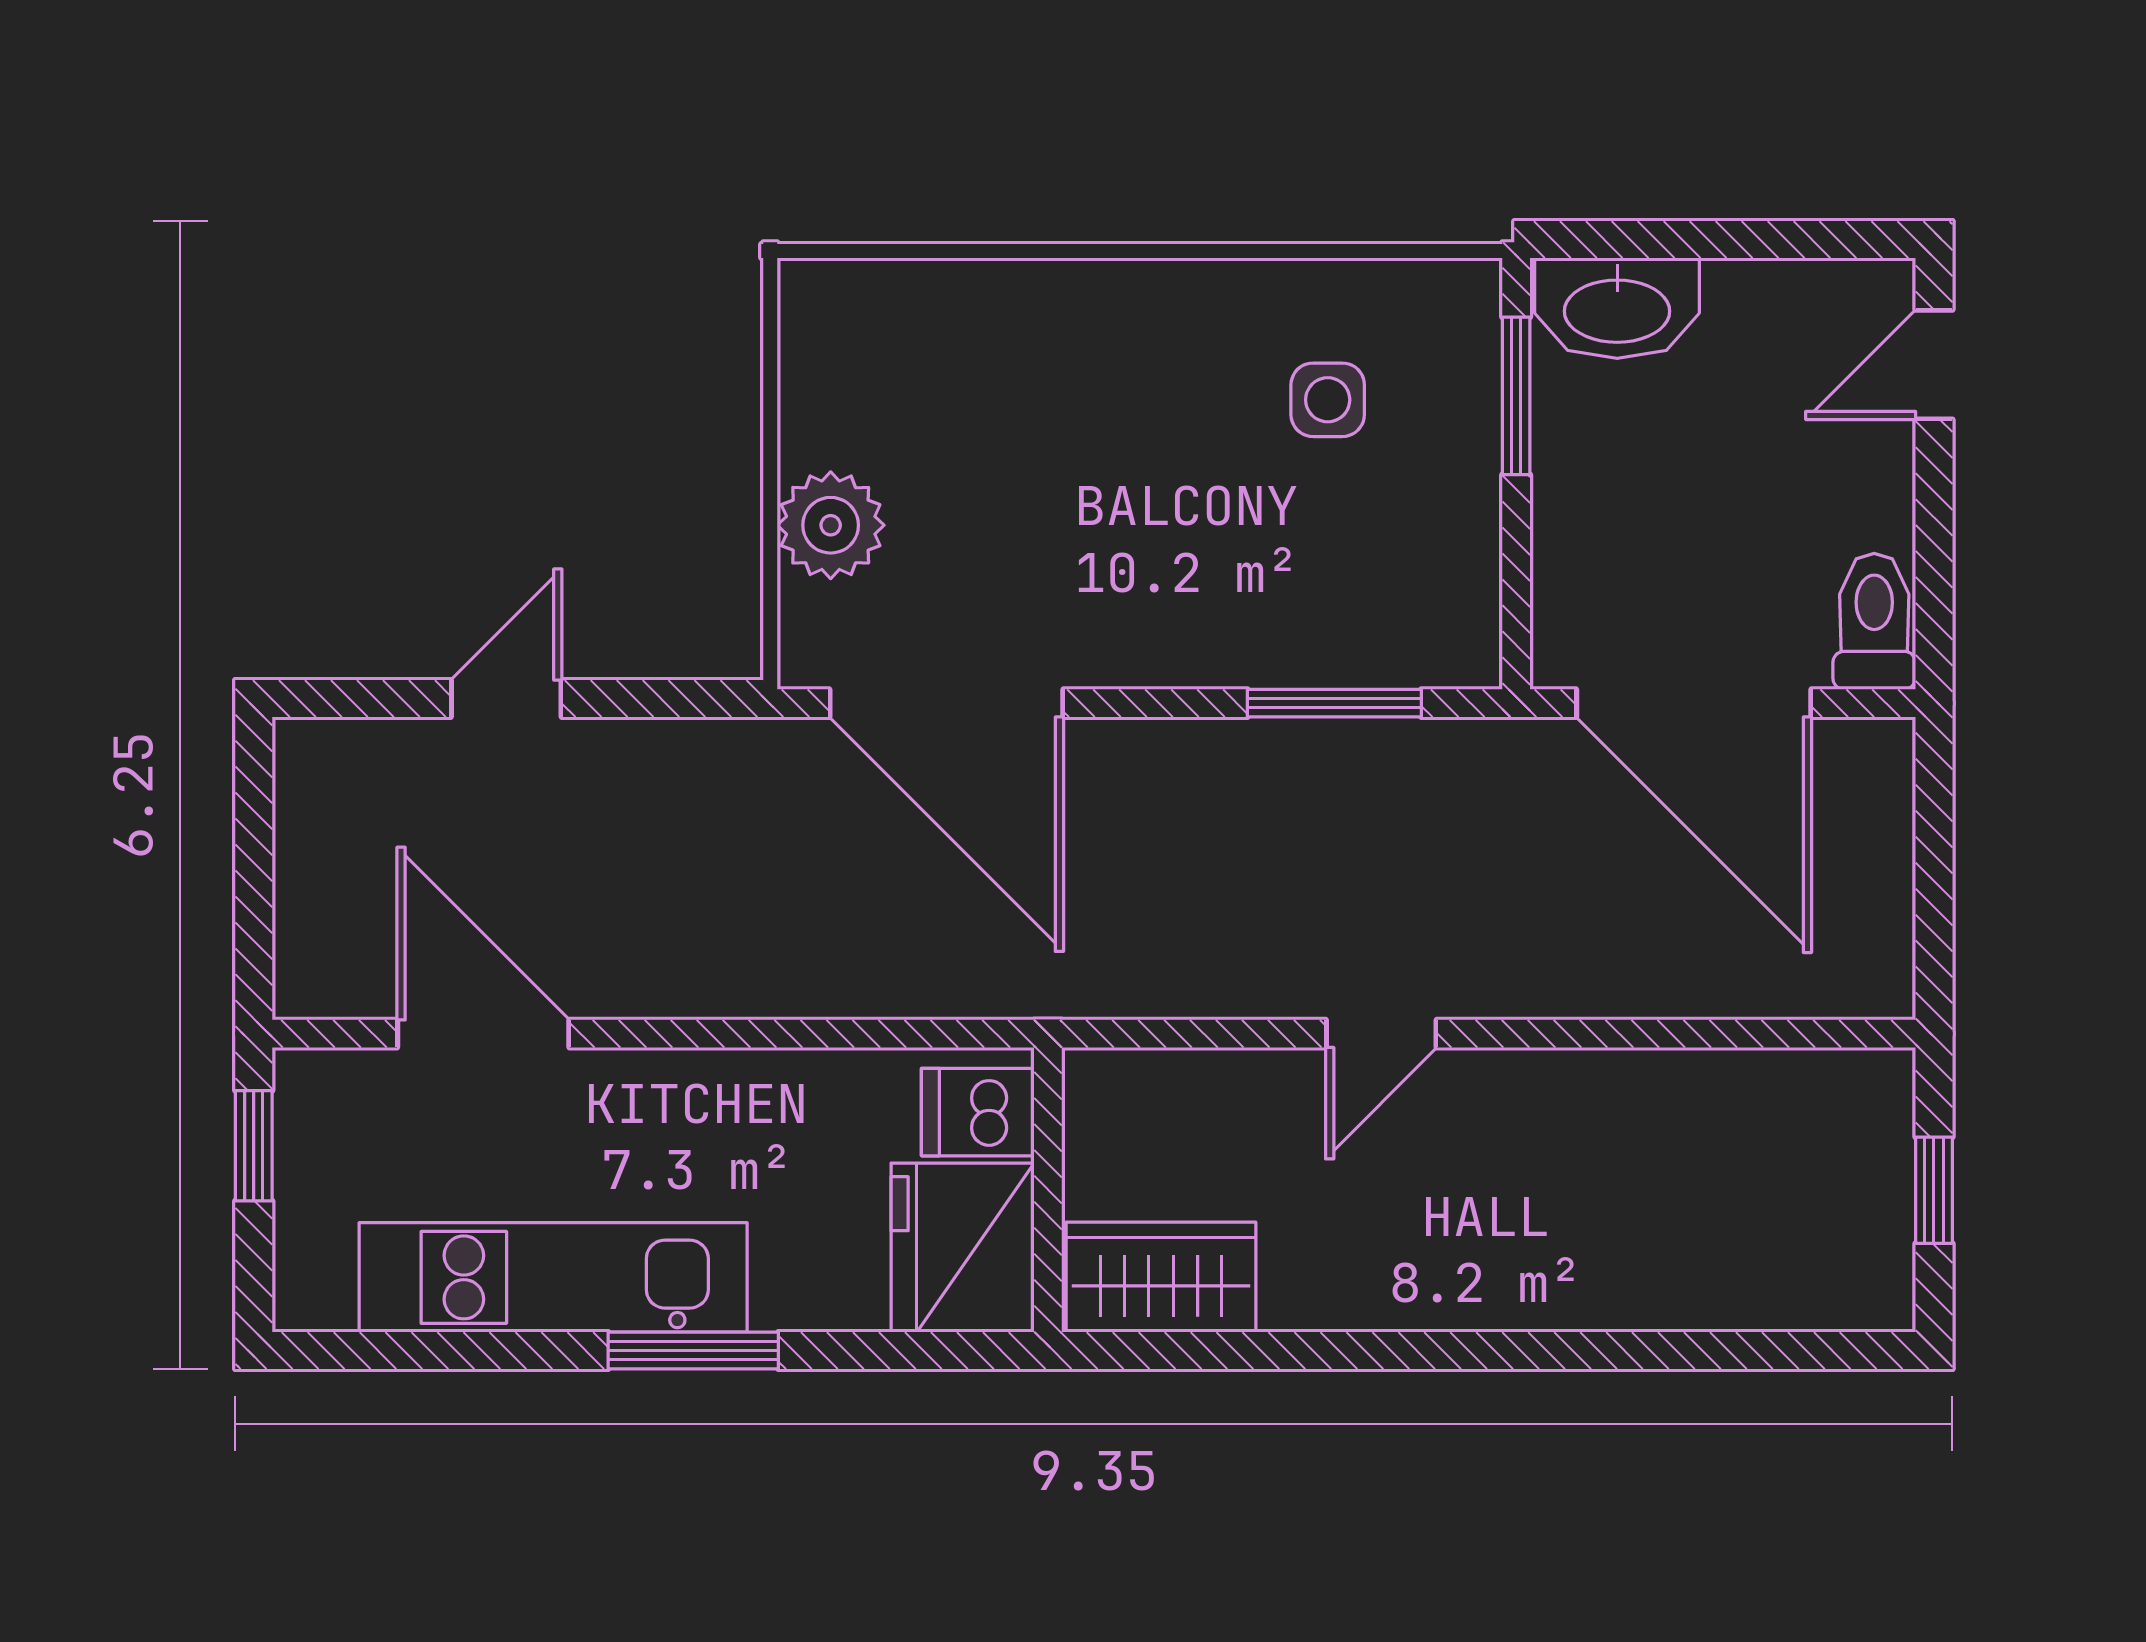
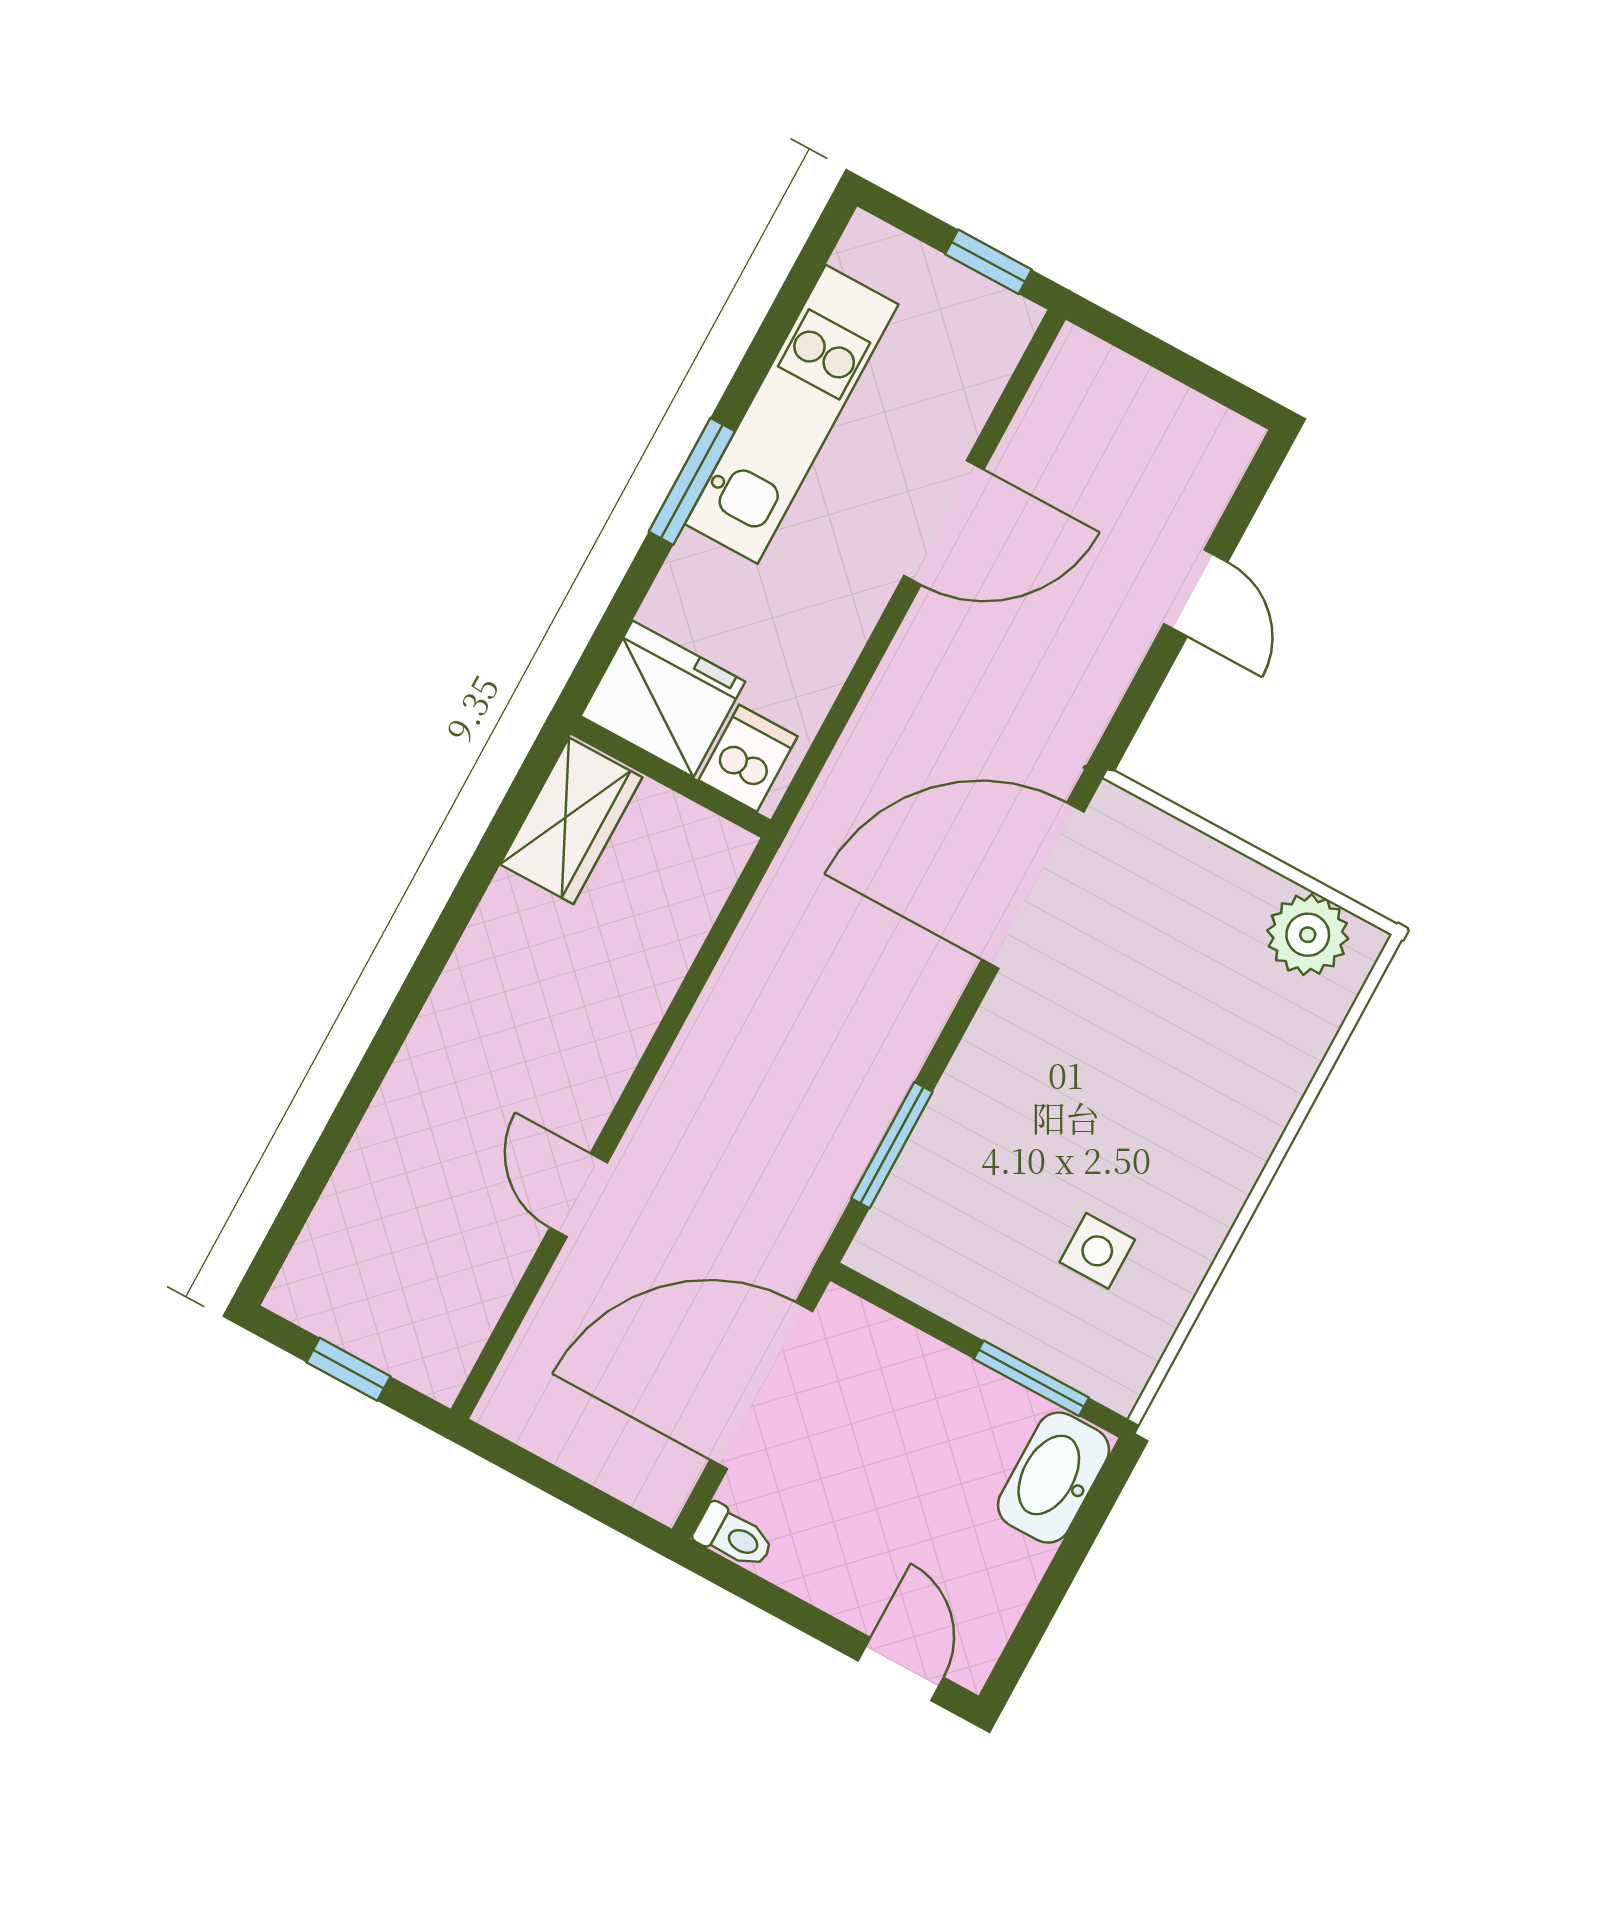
plant: (831, 525) -> (1308, 935), moved
toilet: (1874, 621) -> (734, 1536), width x0.73, depth x0.72
door: (483, 1034) -> (944, 523), moved
door: (1381, 1034) -> (579, 1195), moved

